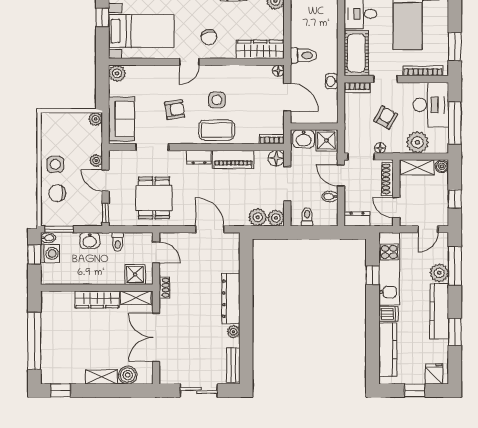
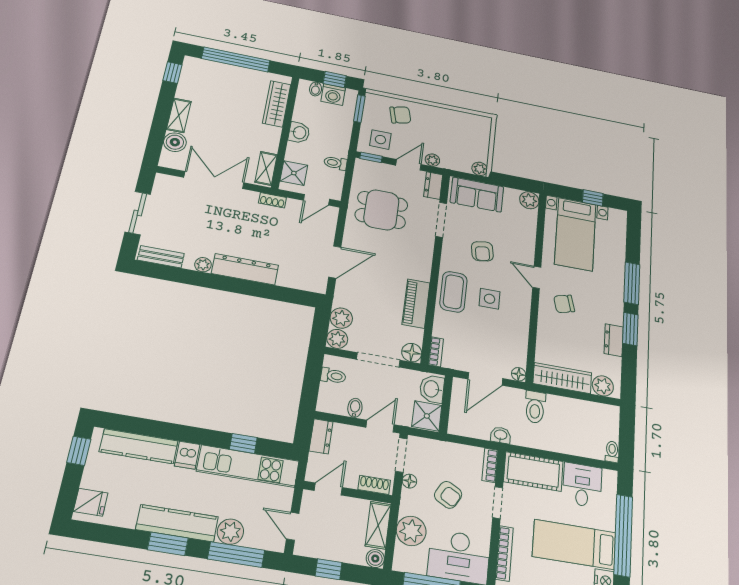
wardrobe: (260, 49) -> (562, 378), moved, turned -90
dresser: (199, 157) -> (433, 186), moved
side table: (55, 164) -> (380, 140), moved
shoe rack: (387, 179) -> (374, 485), width x0.70
chair: (57, 193) -> (400, 115), turned 76
bidet: (48, 238) -> (316, 89), moved
washbasin: (90, 241) -> (299, 133), moved, turned 180
wardrobe: (97, 299) -> (277, 104), moved
window: (455, 332) -> (168, 544), moved
window: (415, 390) -> (79, 451), moved

